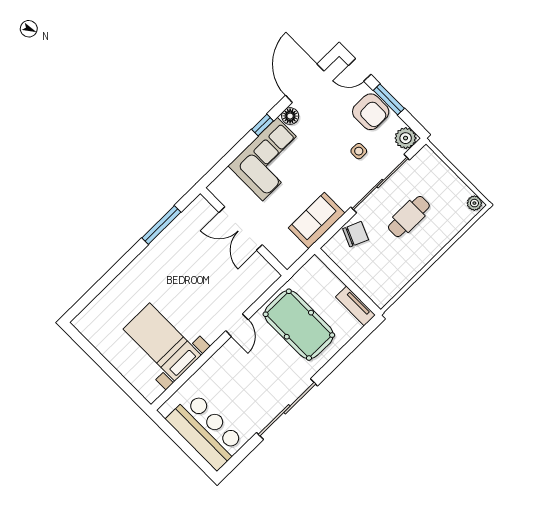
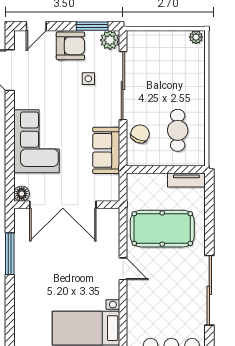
window: (389, 99) -> (92, 26), moved
floor lamp: (290, 116) -> (22, 194), moved
window: (262, 125) -> (10, 124), removed
cafe table: (409, 216) -> (178, 130), moved
double door: (241, 229) -> (63, 205), width x1.36

